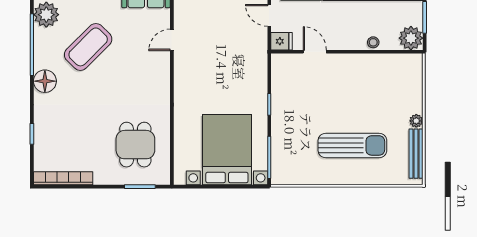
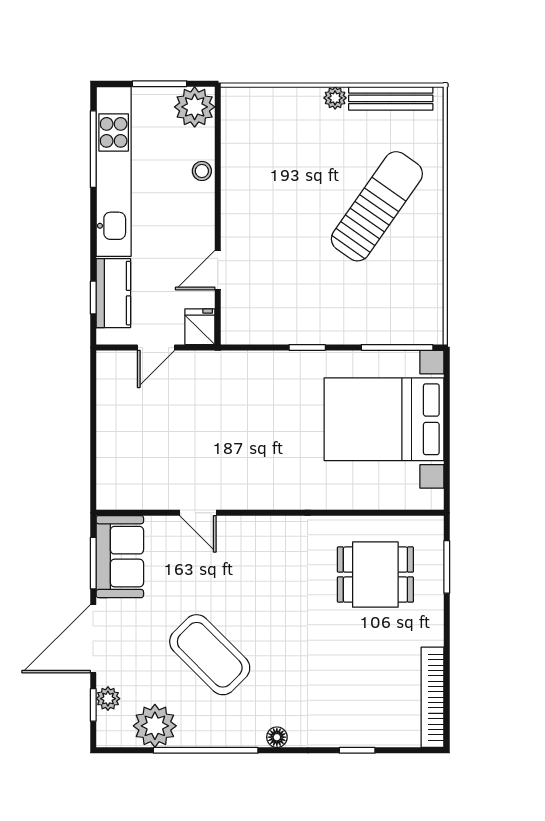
floor lamp: (45, 81) -> (277, 737), width x0.53, depth x0.53
sun lounger: (352, 145) -> (377, 206), turned 35

